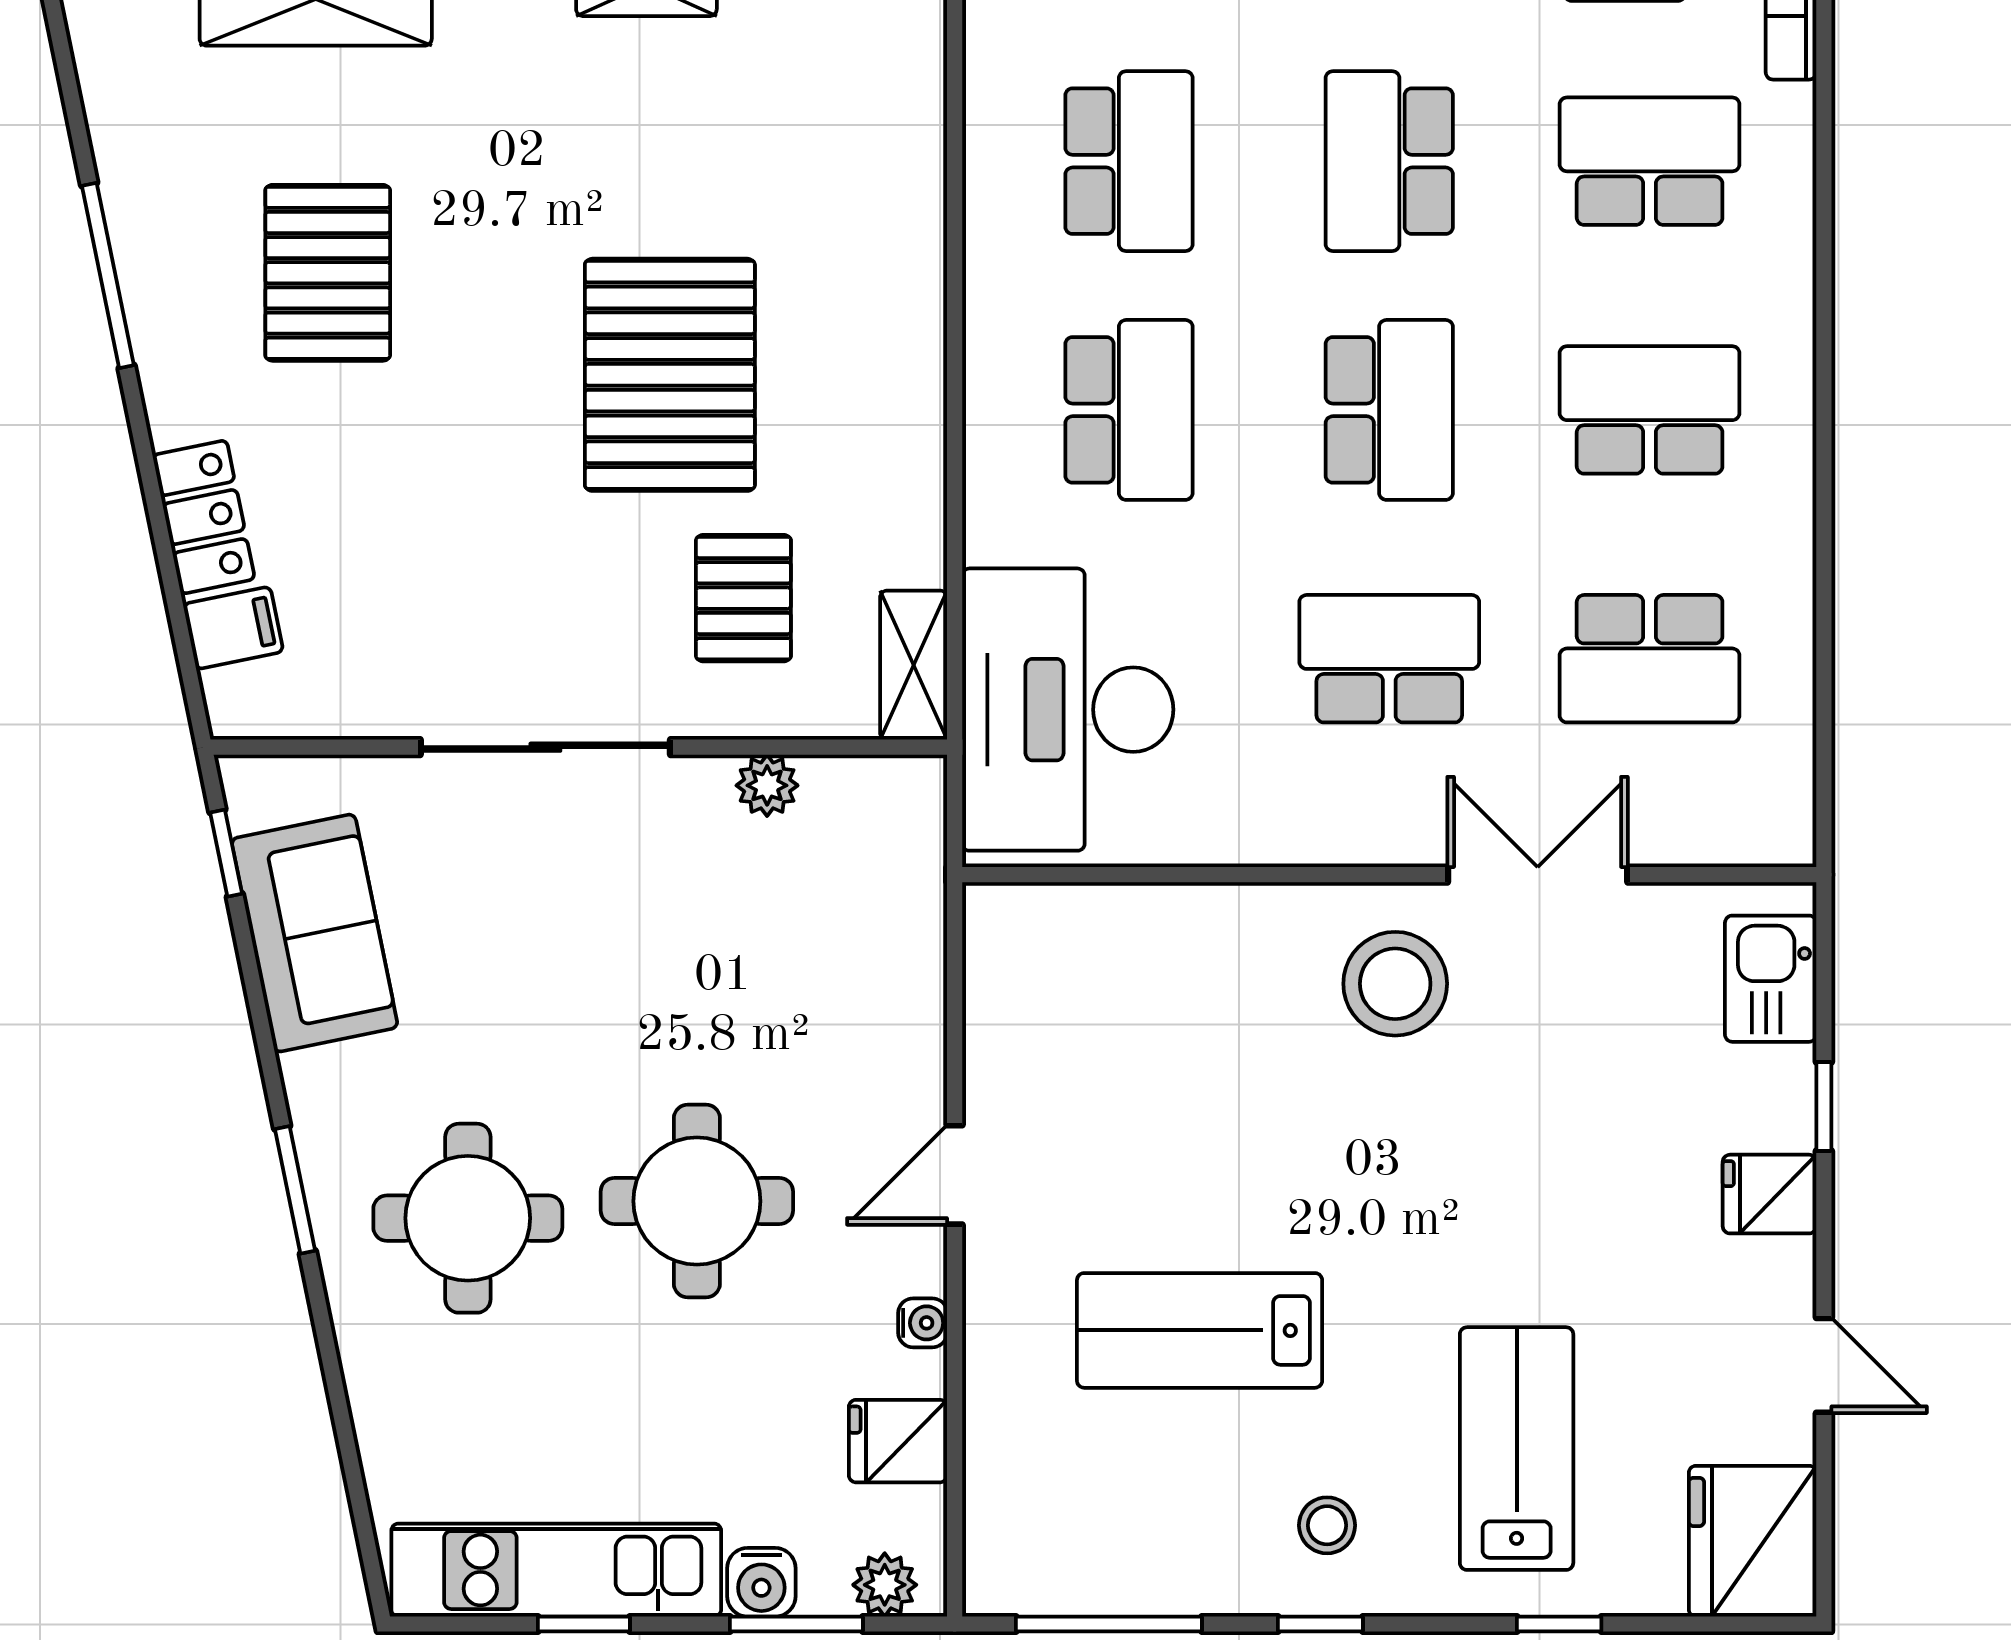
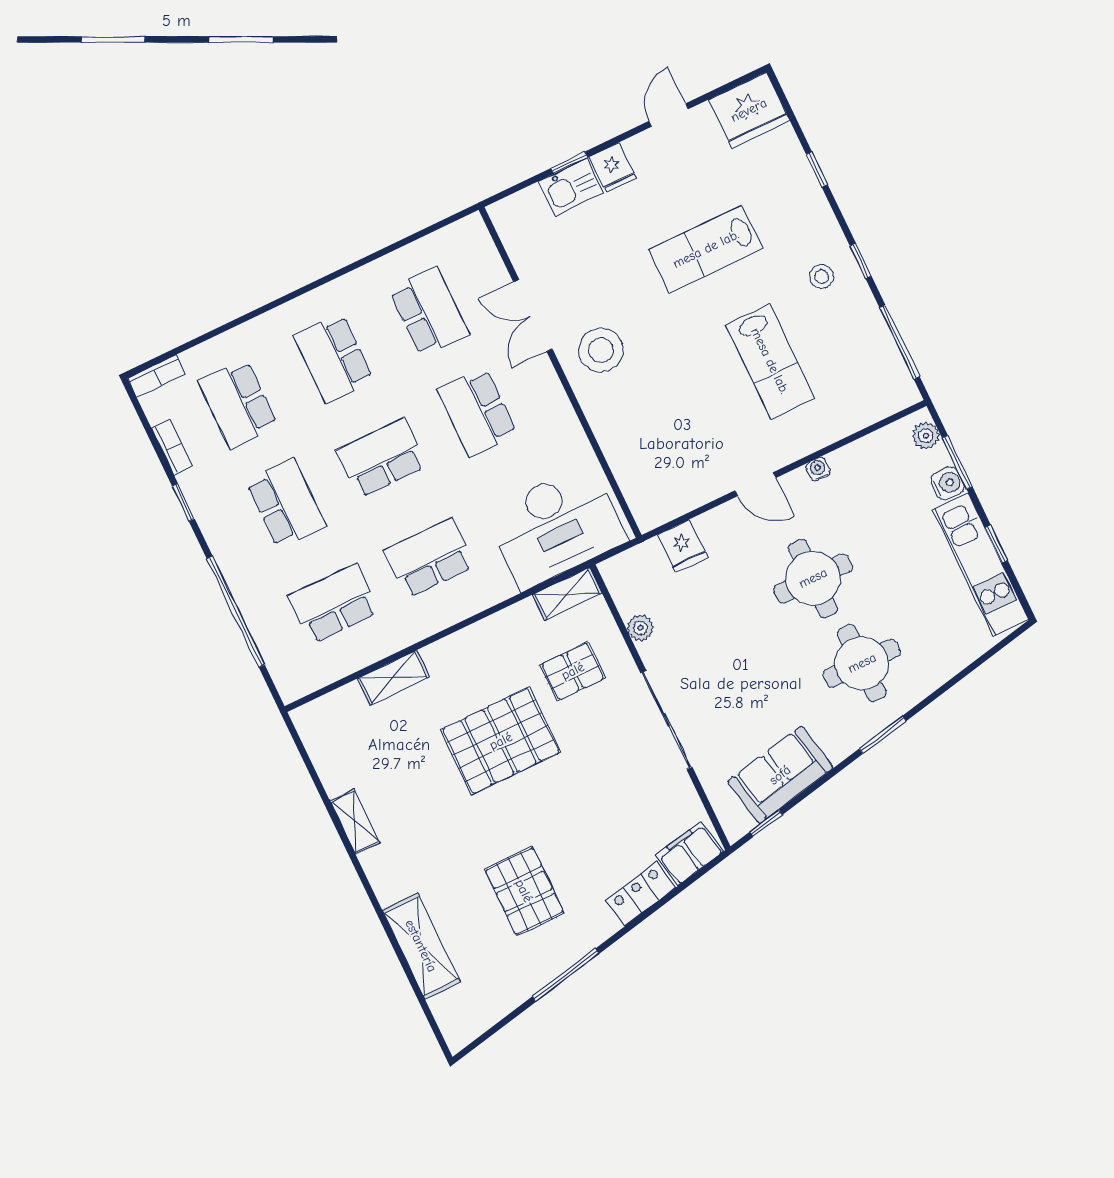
school desk: (1389, 161) -> (286, 504), turned -90
shelving: (912, 212) -> (393, 678), added
pallet: (328, 273) -> (524, 891), turned 90
filing cabinet: (233, 628) -> (690, 853), width x2.00
kitchen sink: (1771, 979) -> (571, 187), moved
fridge: (898, 1441) -> (683, 546), moved
lab bench: (1517, 1449) -> (706, 249), moved

